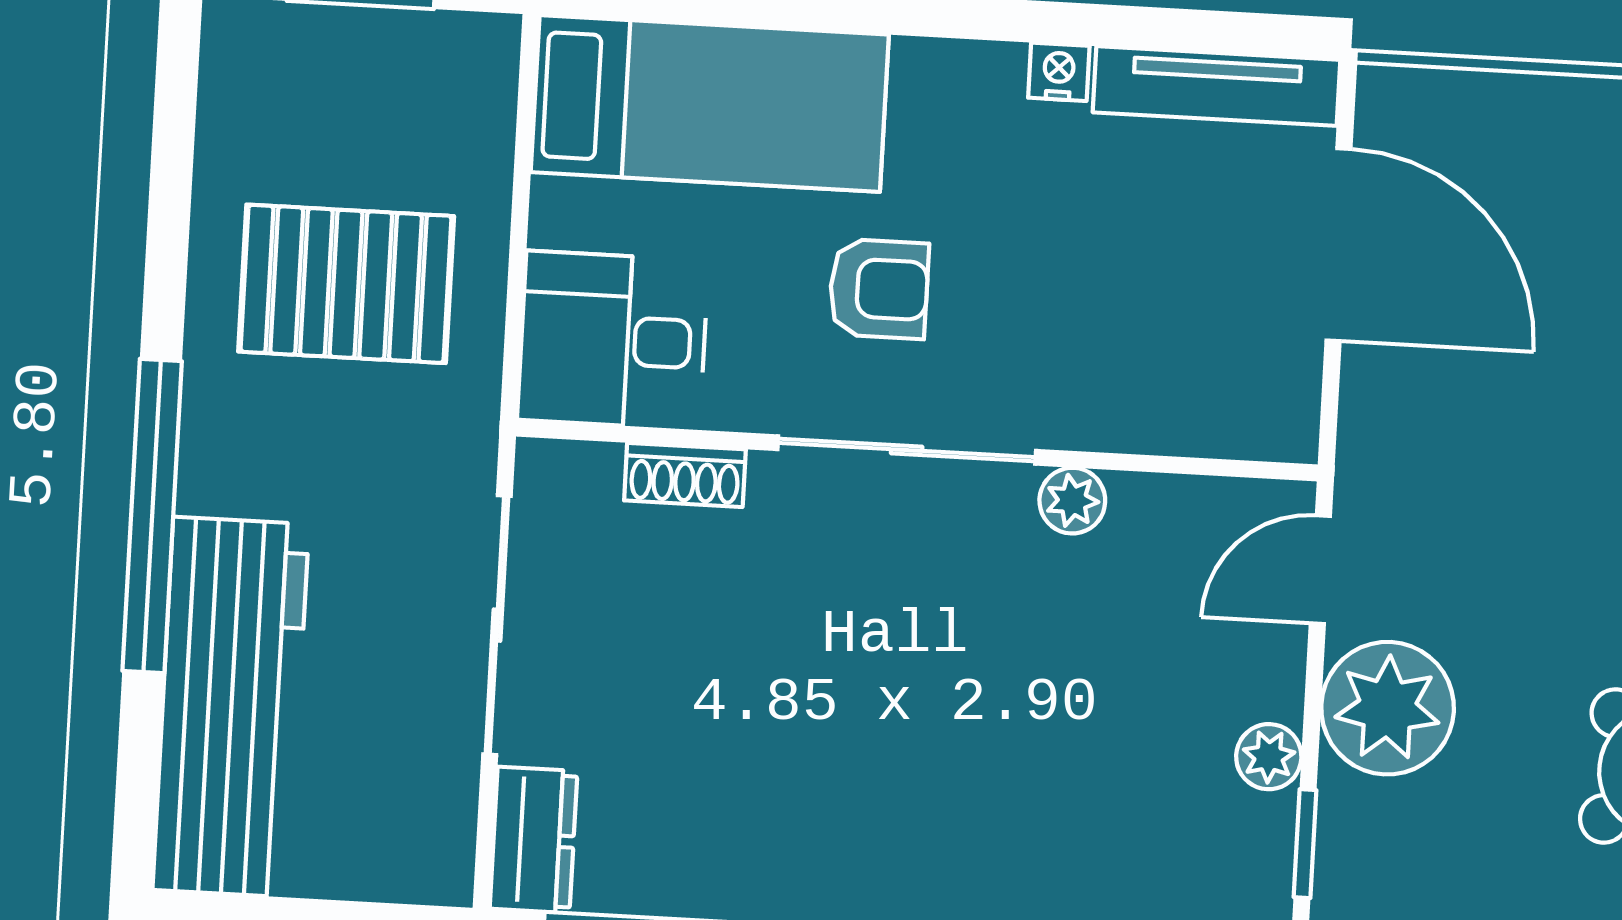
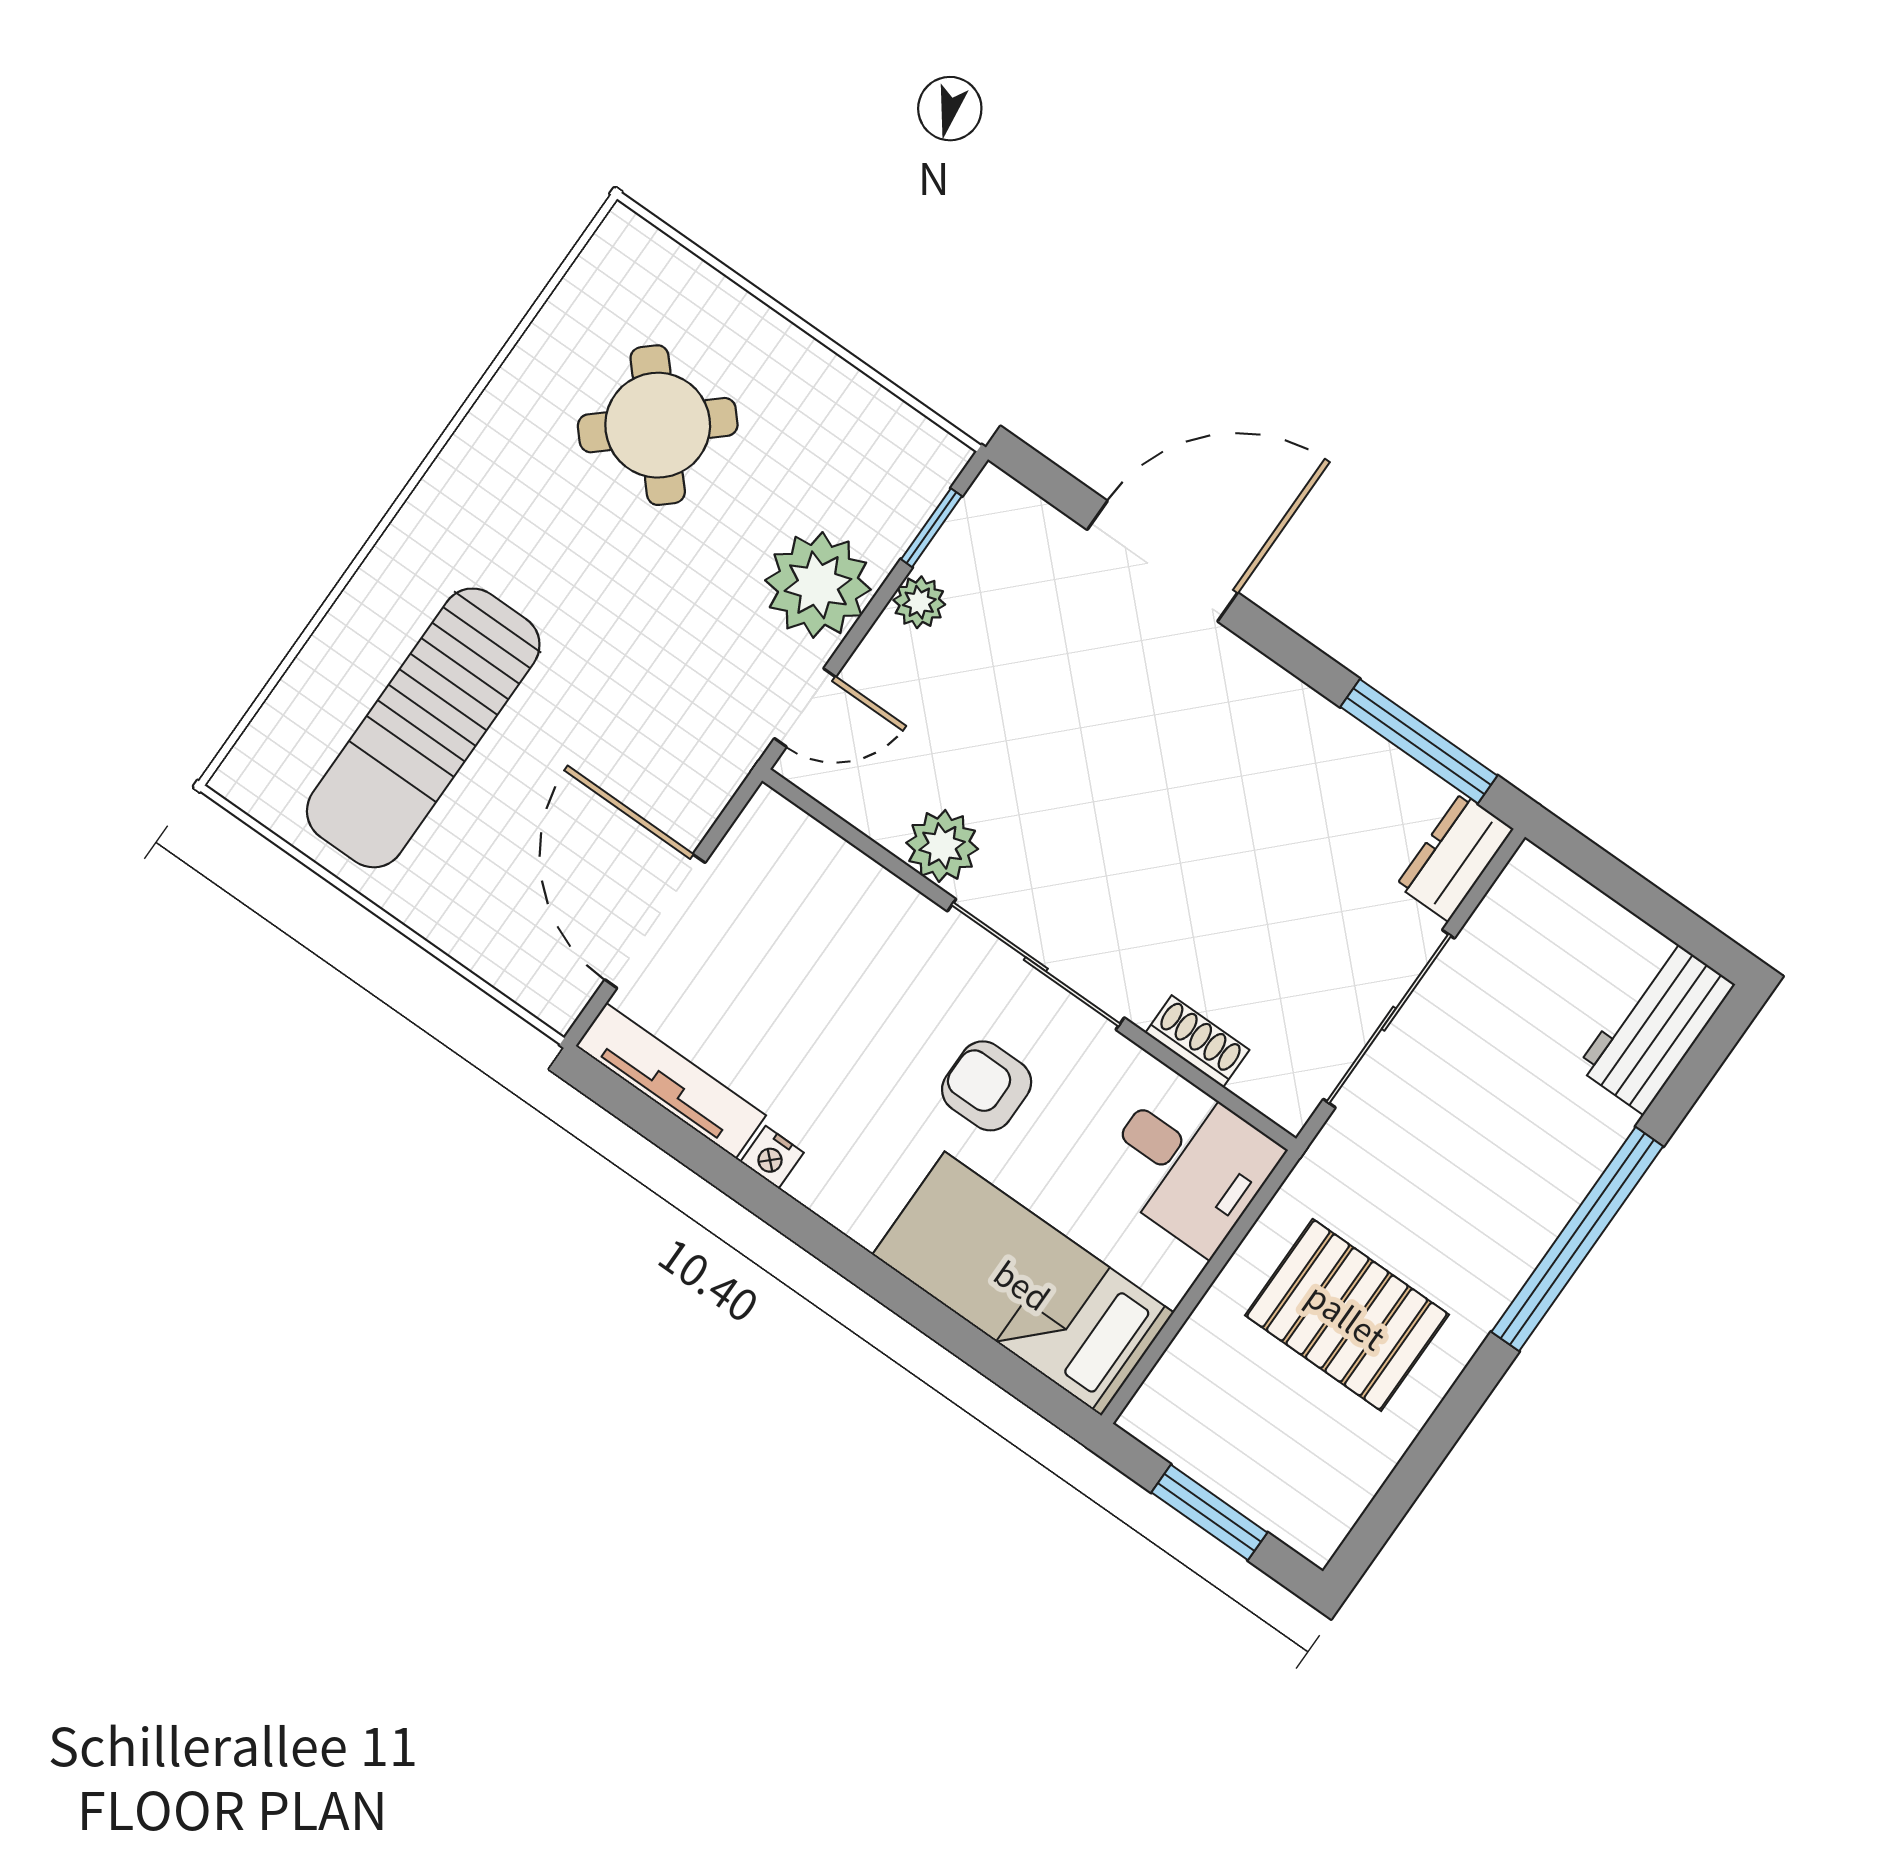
plant: (1072, 501) -> (942, 846), width x1.38, depth x1.38
workbench: (231, 707) -> (1656, 1026), width x0.53, depth x0.76

